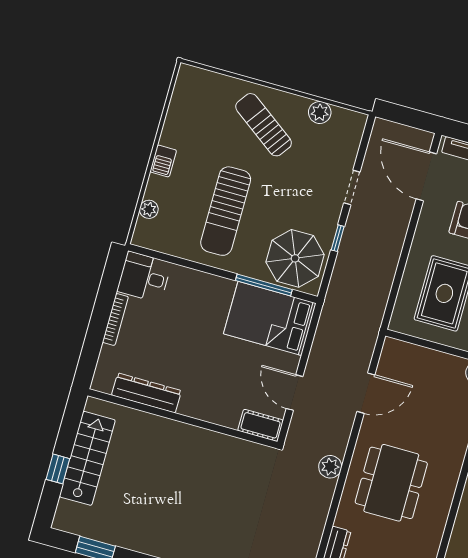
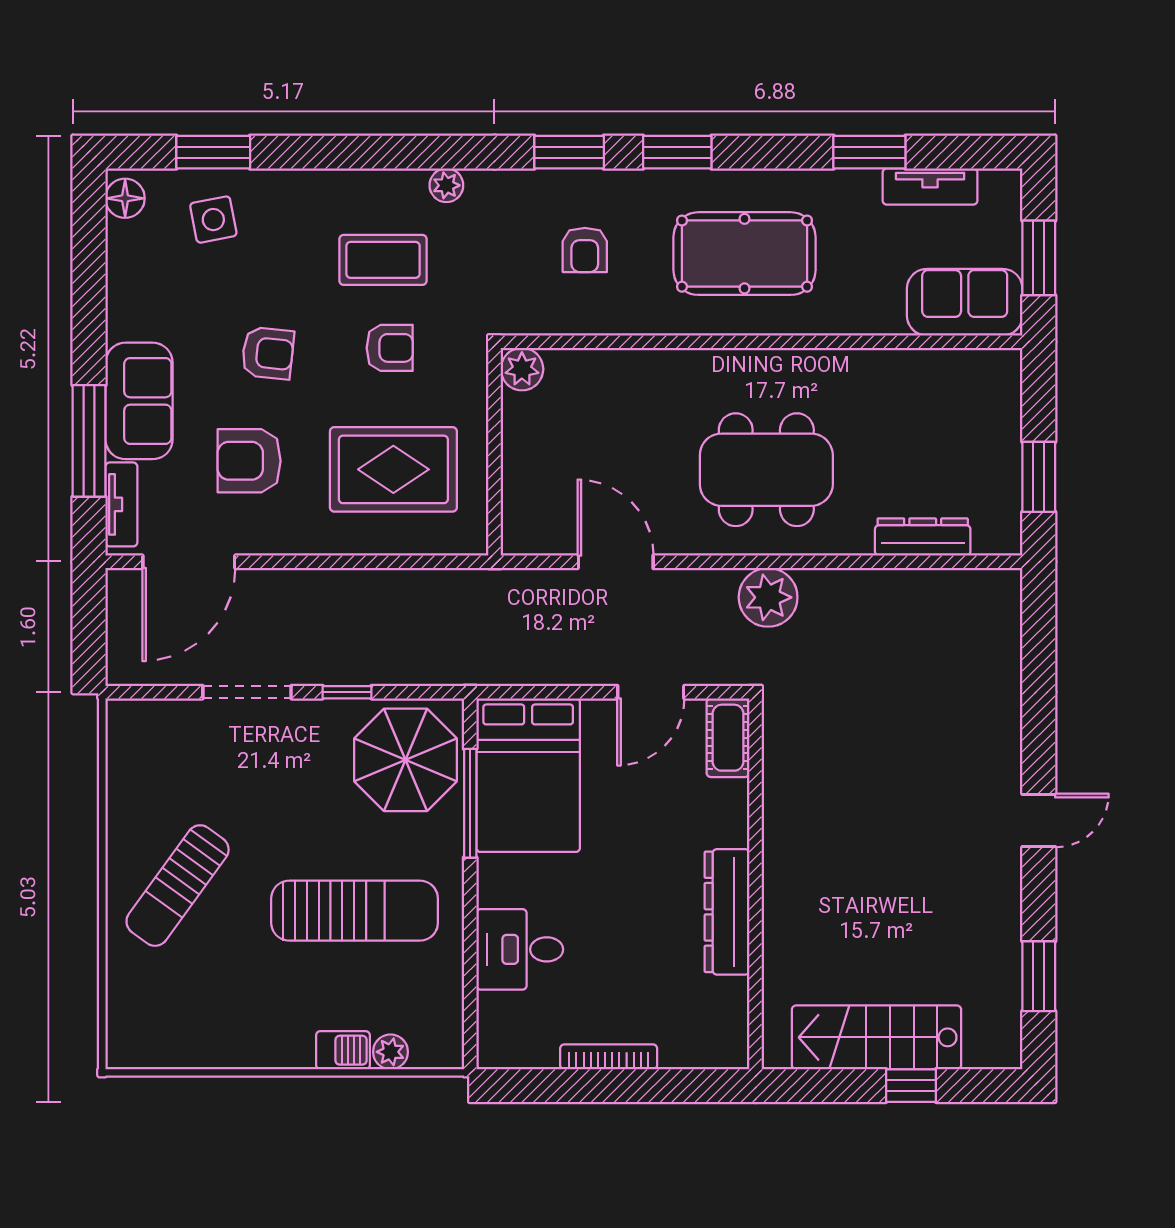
plant: (320, 112) -> (126, 789), removed
barbecue: (163, 161) -> (343, 1050), moved
doorway: (352, 187) -> (247, 692), width x1.38
desk: (144, 277) -> (520, 949), moved, turned 90
dresser: (146, 393) -> (727, 912), moved
plant: (330, 467) -> (768, 597), width x1.36, depth x1.36

